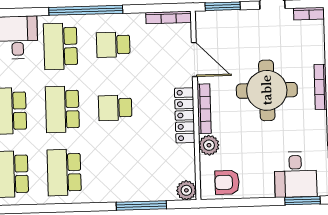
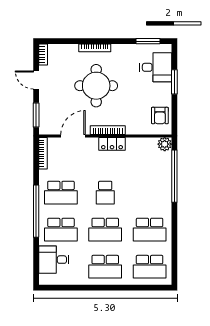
school desk: (113, 45) -> (61, 193), width x1.85
locker: (185, 115) -> (112, 144), width x0.66
plant: (209, 145) -> (133, 127), removed
window: (303, 201) -> (174, 82), moved
window: (141, 205) -> (174, 176), width x1.46

